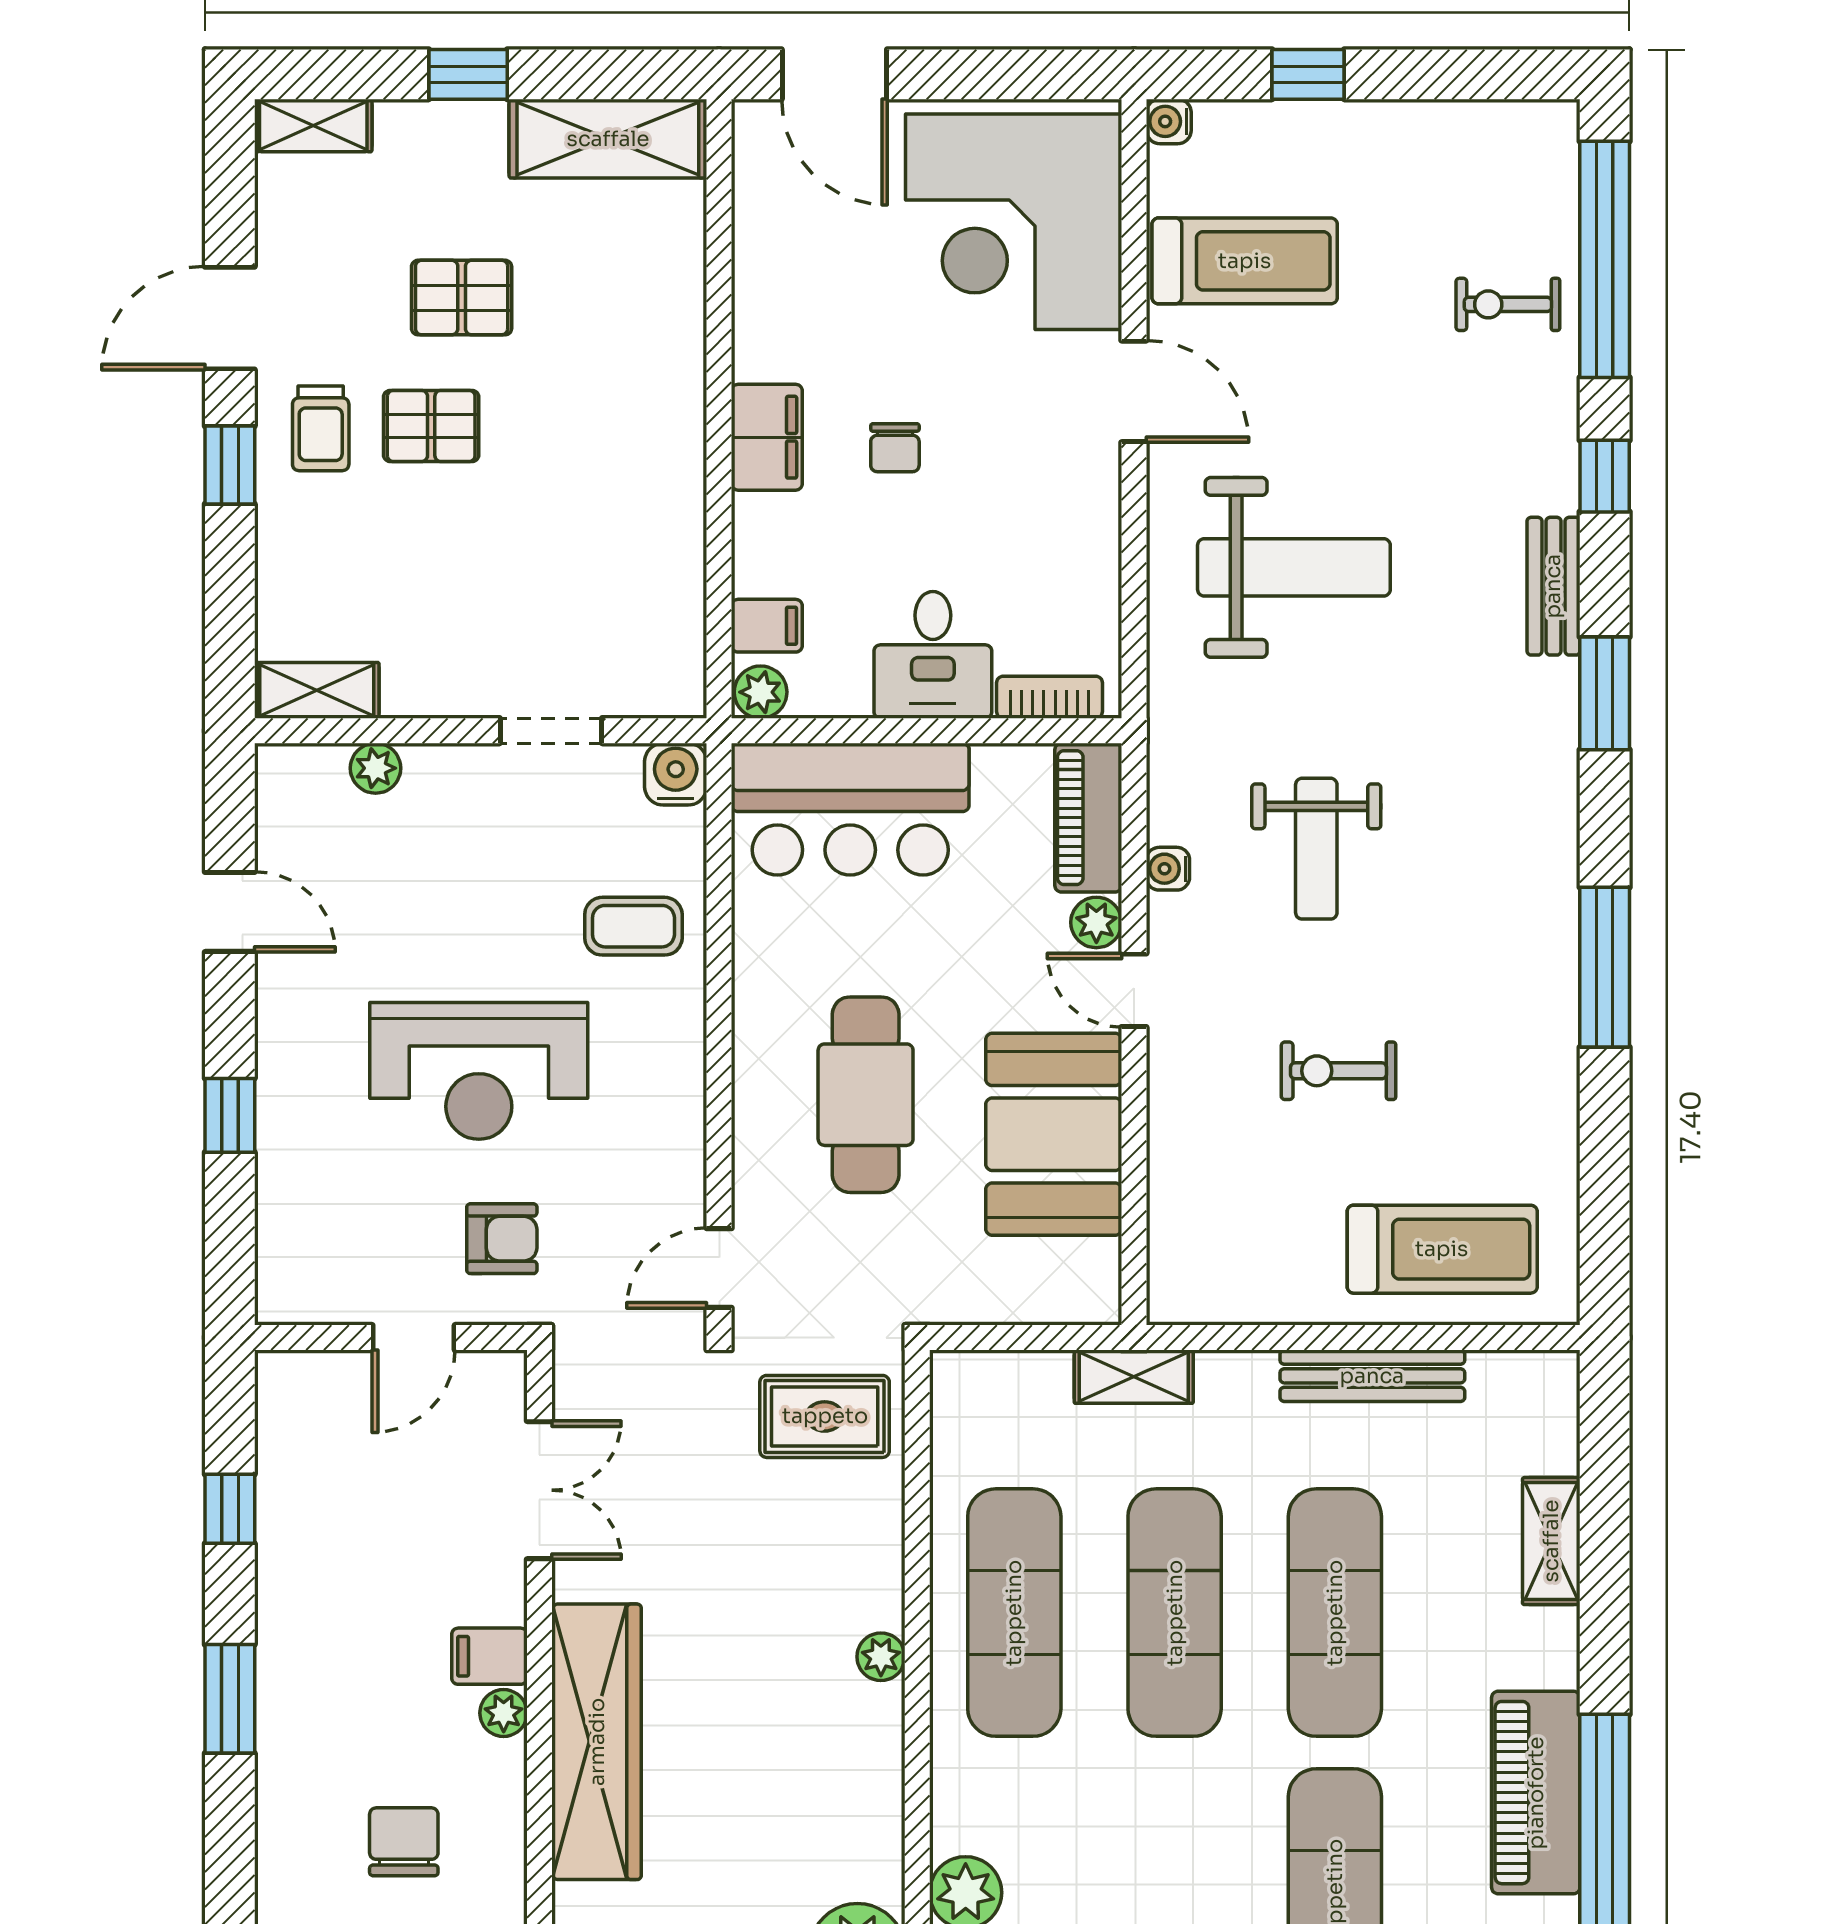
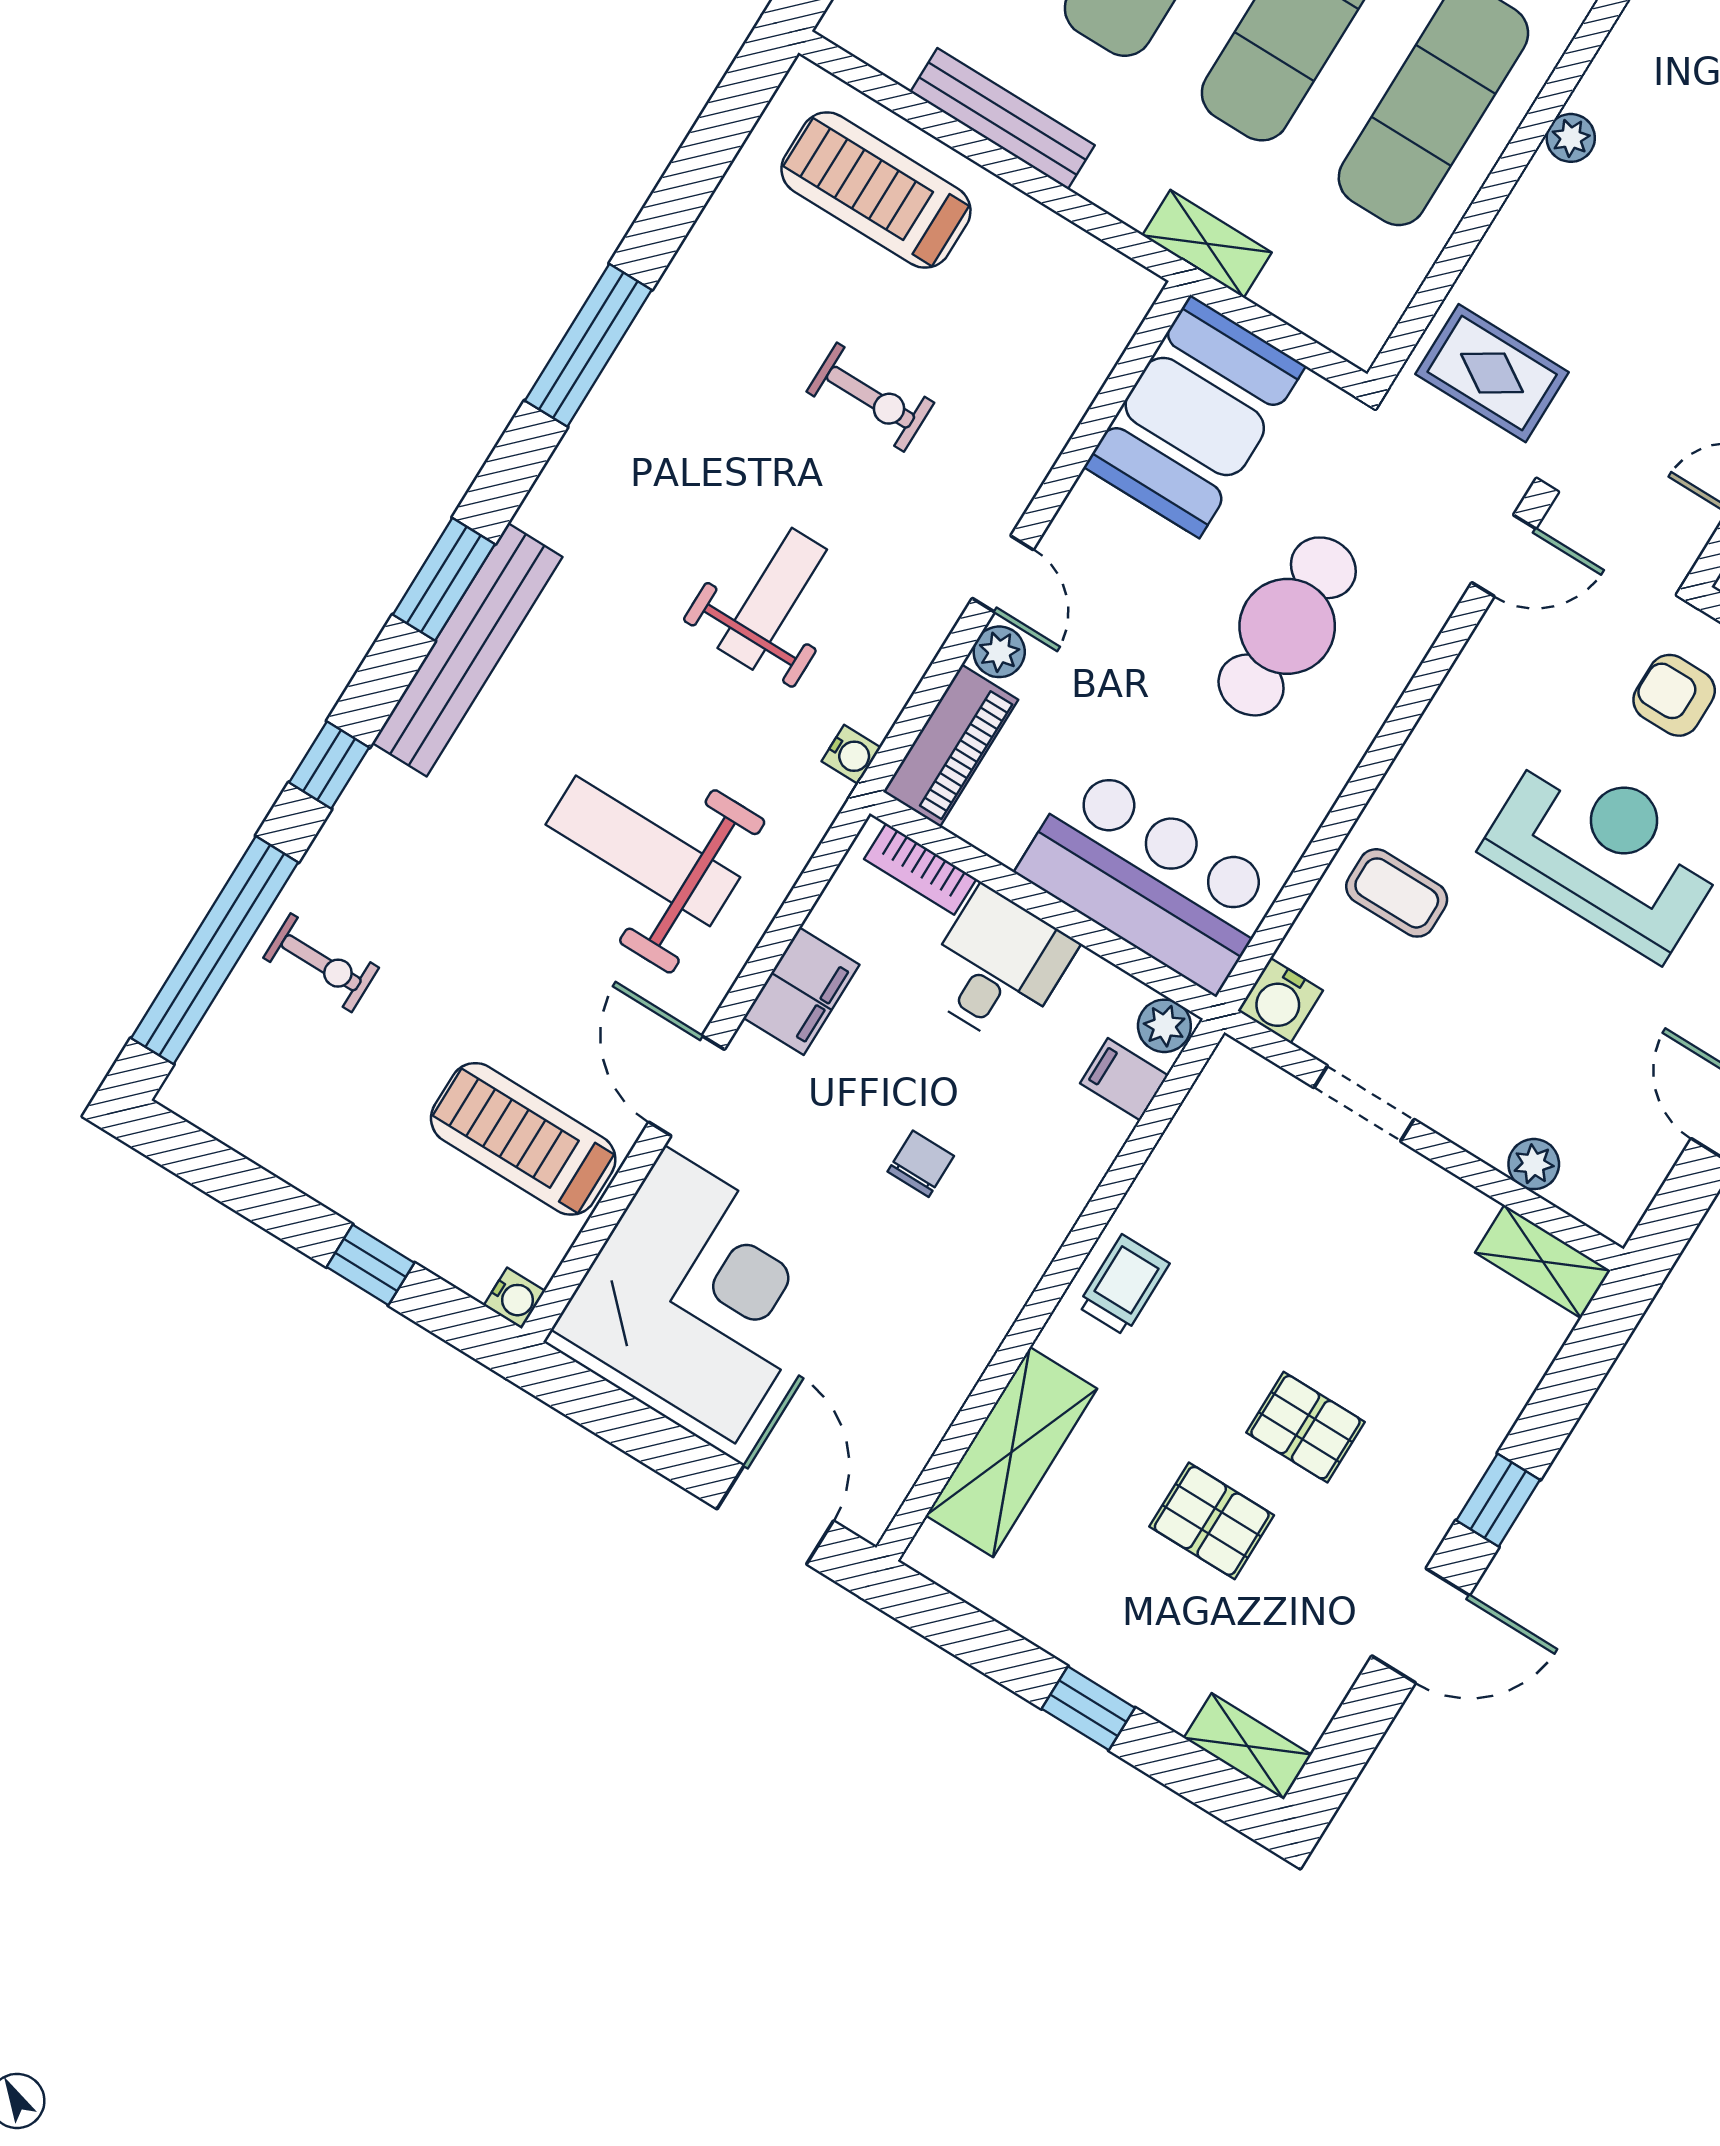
shelving: (608, 139) -> (1011, 1452), moved, turned 90
trolley: (321, 428) -> (1123, 1285), moved
filing cabinet: (767, 437) -> (801, 991), moved, turned 180
bench: (1553, 586) -> (467, 650), width x1.86, depth x1.21
water cooler: (1168, 869) -> (851, 754), moved
booth: (1054, 1134) -> (1195, 416), moved

